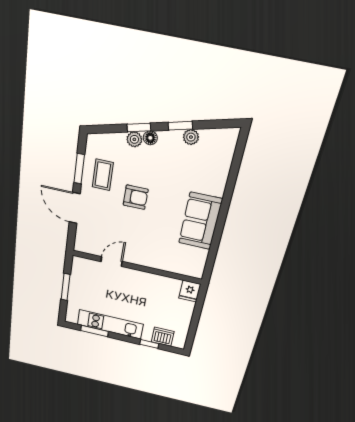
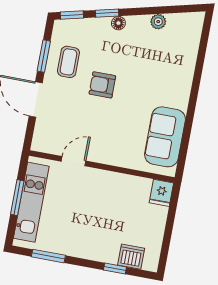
window: (180, 126) -> (72, 15), moved
plant: (134, 139) -> (102, 25), removed
armchair: (136, 197) -> (102, 85), turned 180
sofa: (200, 221) -> (165, 137), moved
kitchen unit: (110, 324) -> (31, 202), moved, turned 90

